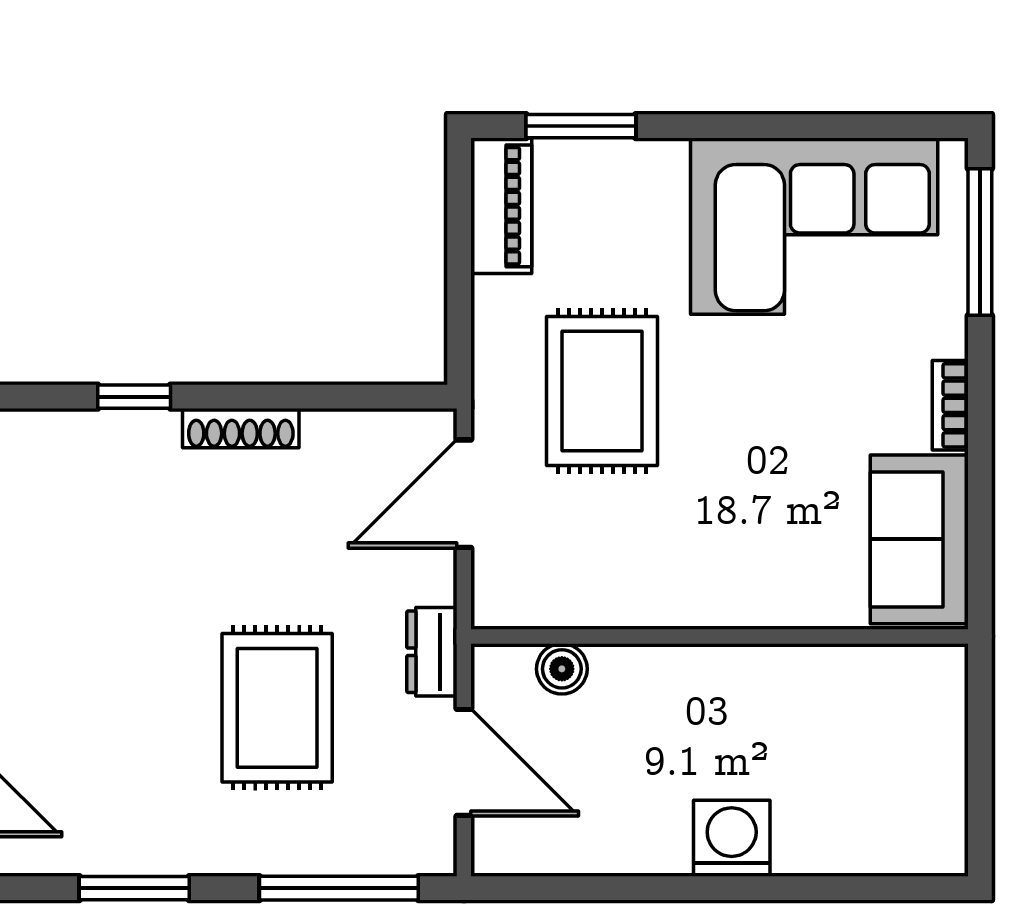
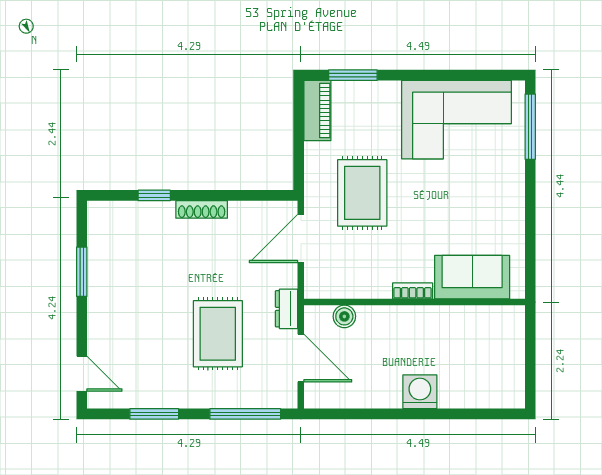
bookcase: (950, 405) -> (413, 291), moved, turned 90
sofa: (919, 539) -> (472, 277), moved, turned 90

